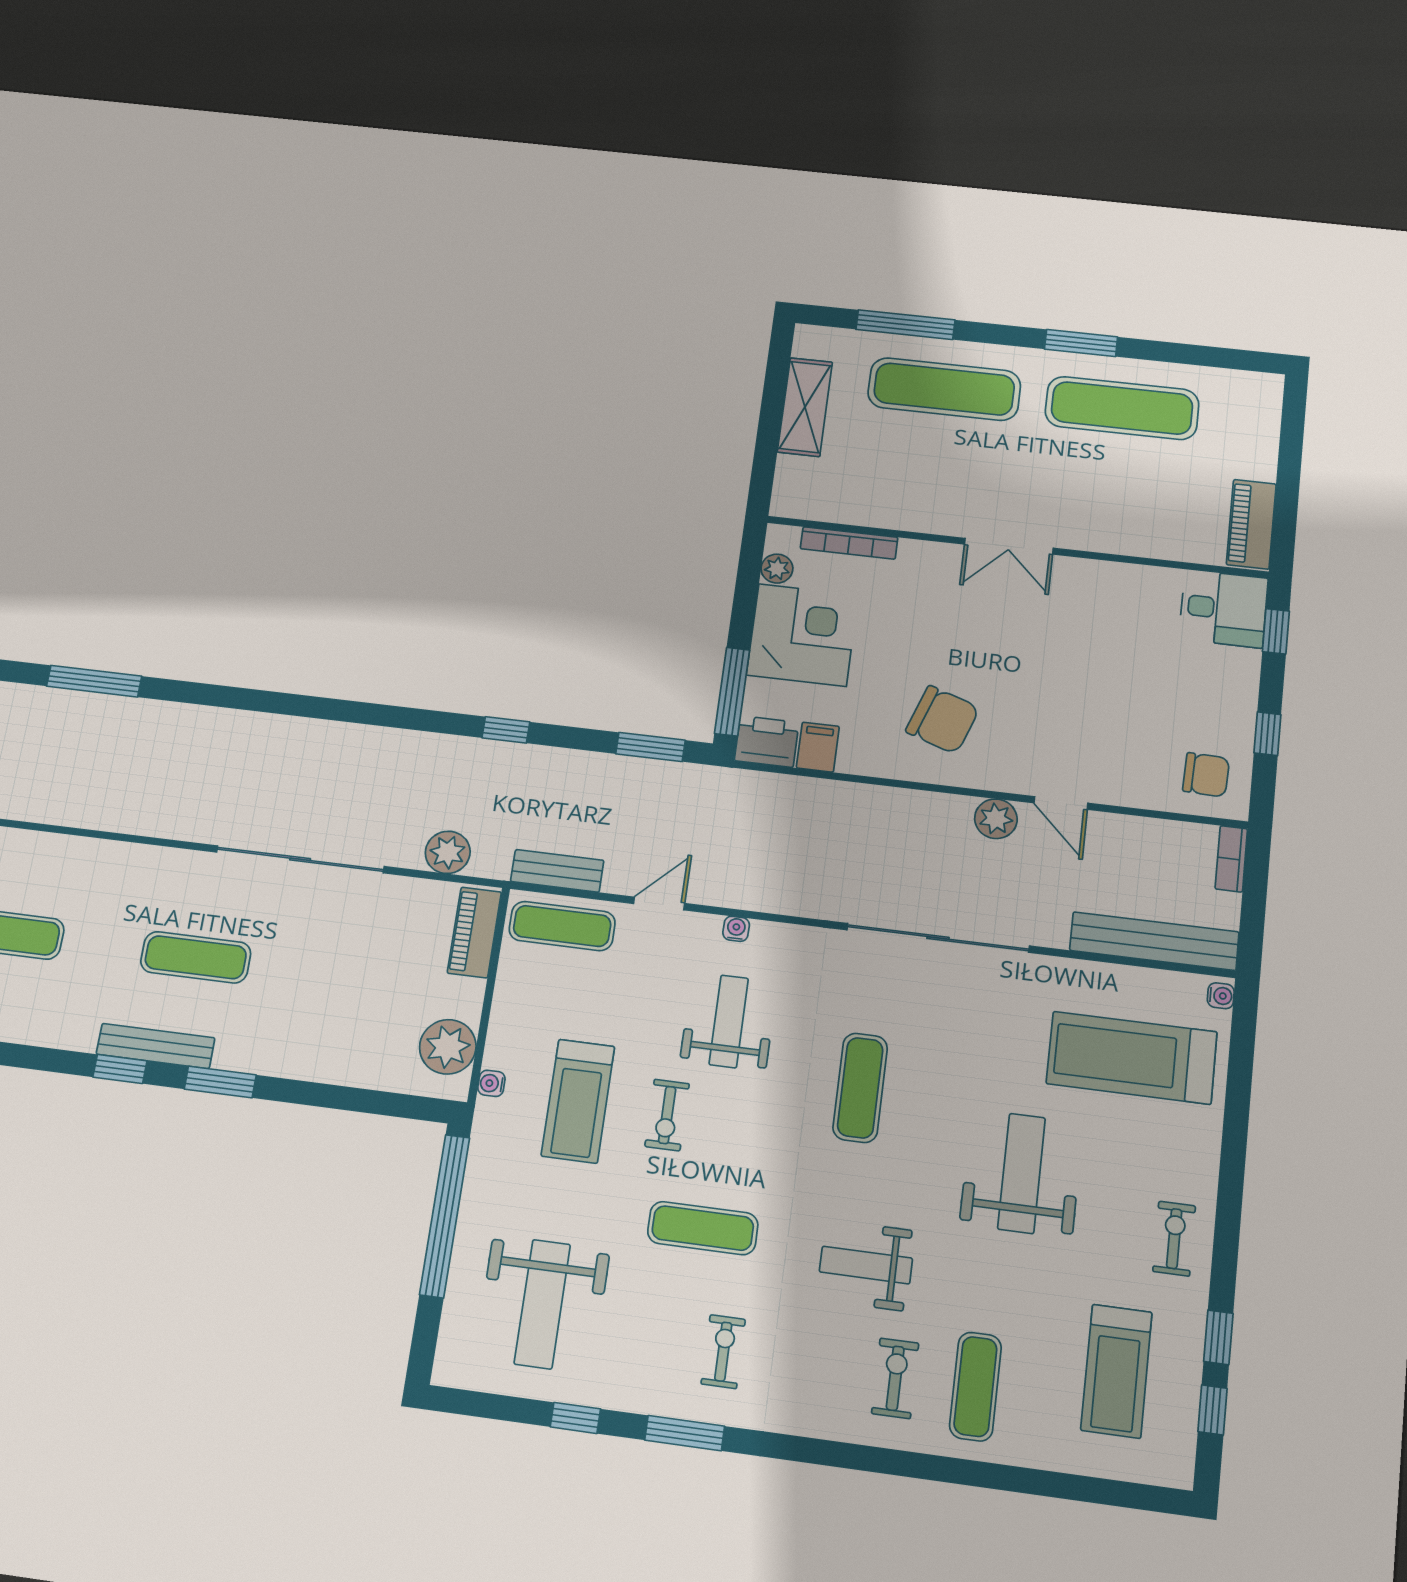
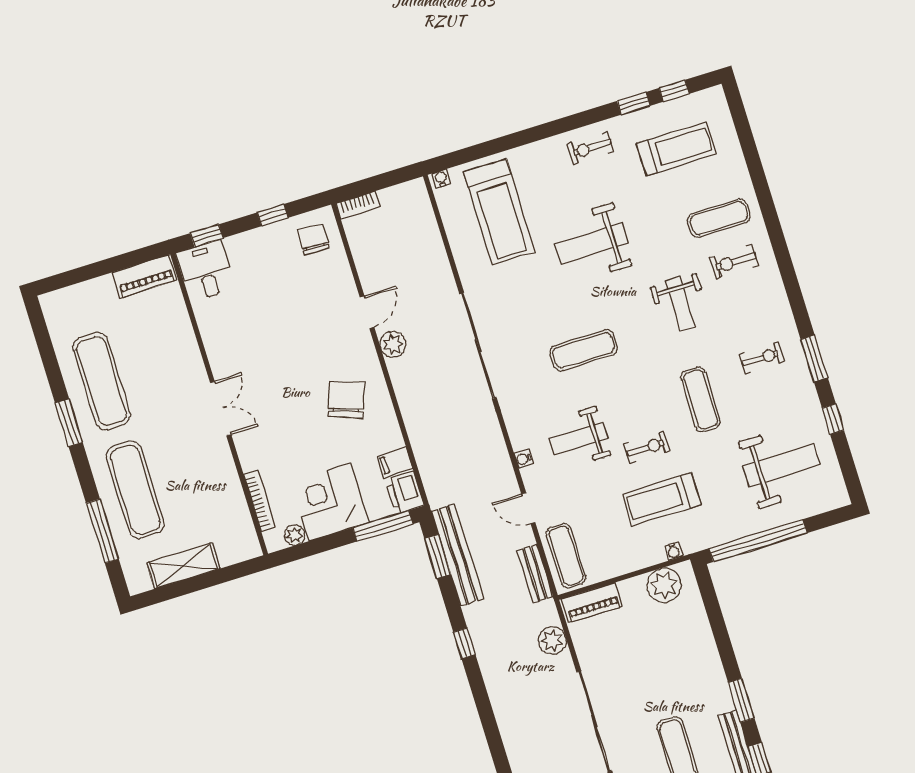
bench: (1154, 941) -> (458, 555), moved
treadmill: (578, 1101) -> (661, 499), turned 180
exercise bike: (723, 1352) -> (762, 358), turned 180

